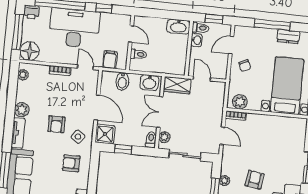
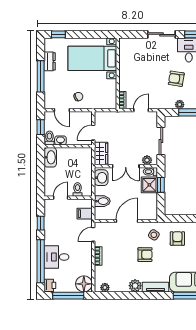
desk: (74, 28) -> (57, 257), width x0.53, depth x0.77
plant: (240, 102) -> (110, 98), removed
shower: (105, 134) -> (149, 185), moved
window: (123, 149) -> (161, 185), moved
armchair: (71, 163) -> (177, 238), turned 180

